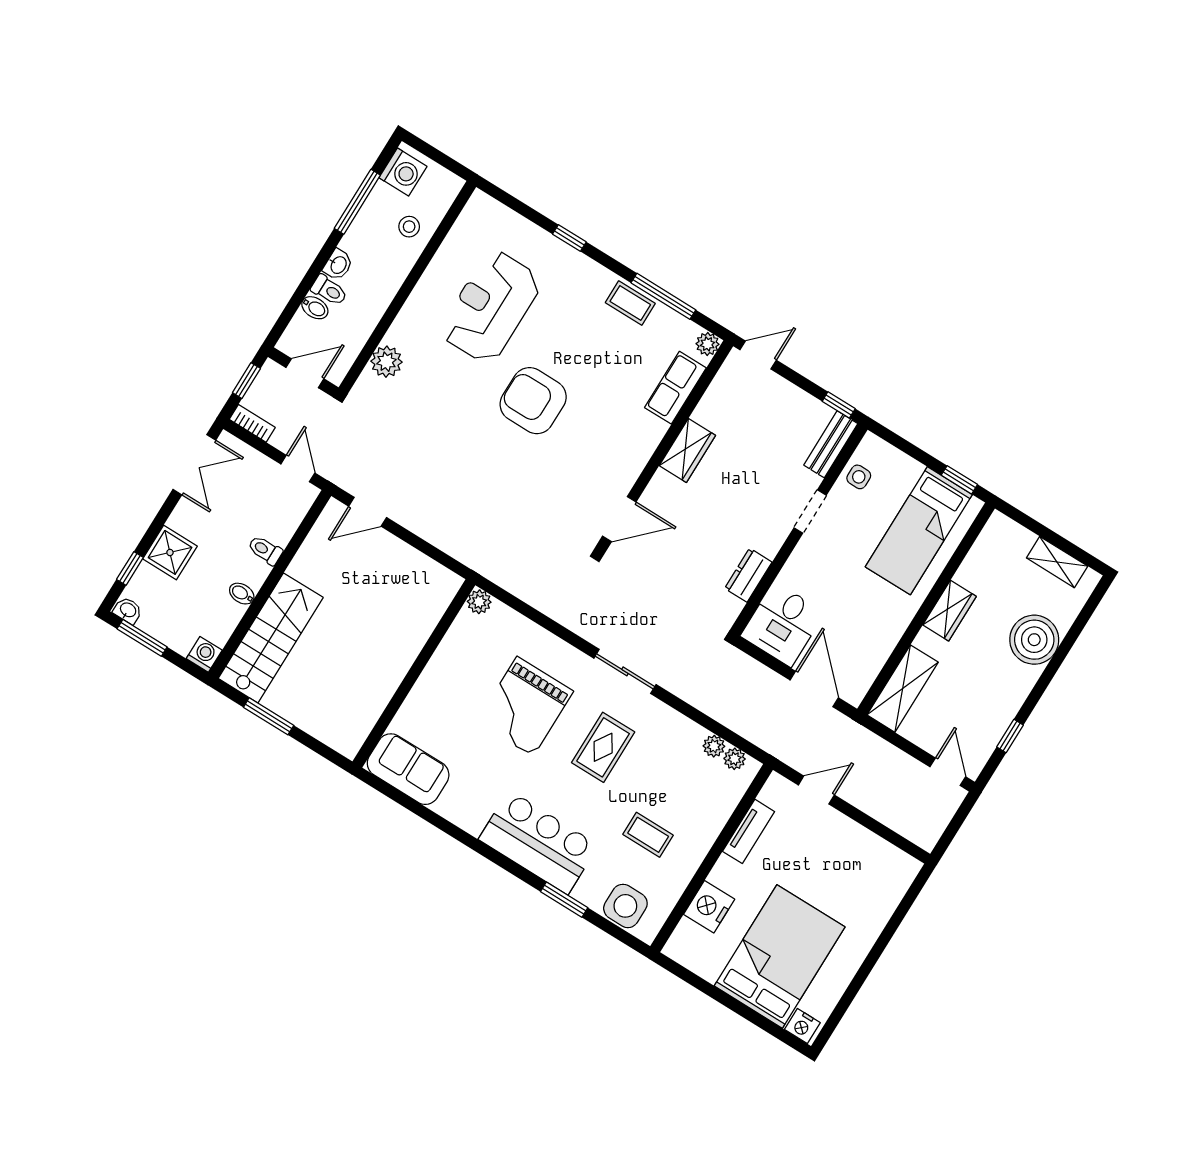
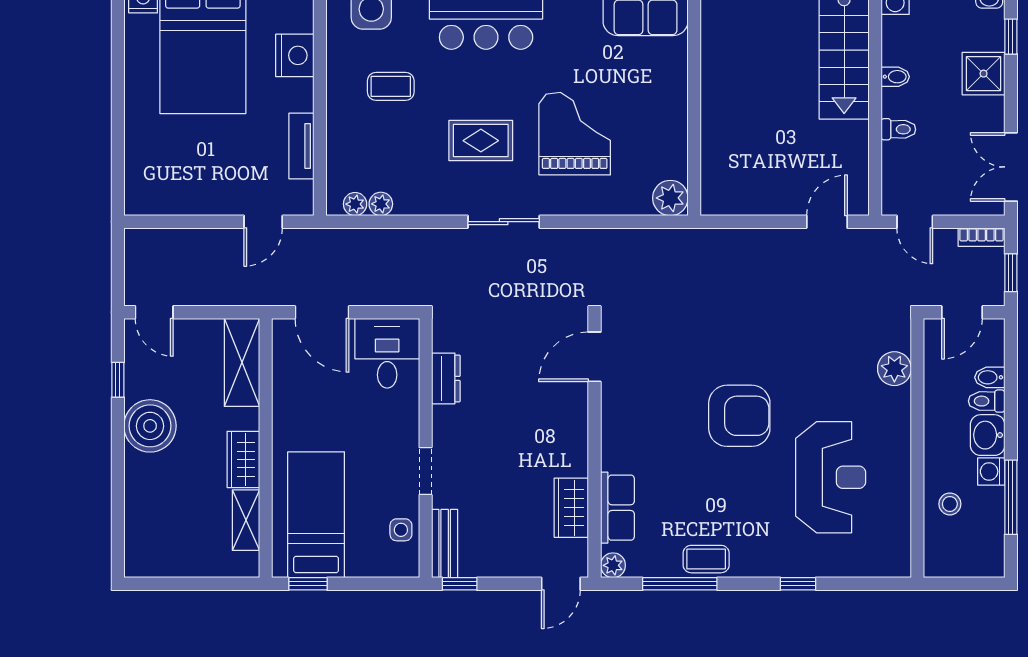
washing machine: (403, 172) -> (991, 471), moved, width x0.73, depth x0.73
washbasin: (338, 265) -> (988, 435), width x1.38, depth x1.45
wardrobe: (687, 451) -> (571, 508), moved
shelving: (1057, 562) -> (246, 520), moved, turned 90
plant: (479, 602) -> (670, 198), width x1.38, depth x1.38
boiler: (1034, 640) -> (150, 426), moved
rug: (603, 747) -> (481, 141), turned 90

